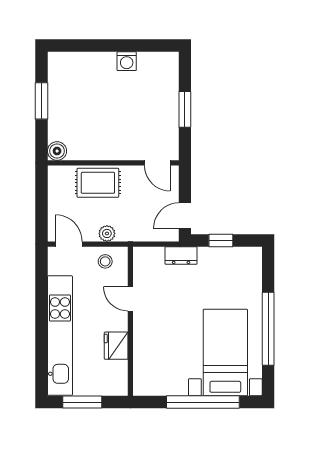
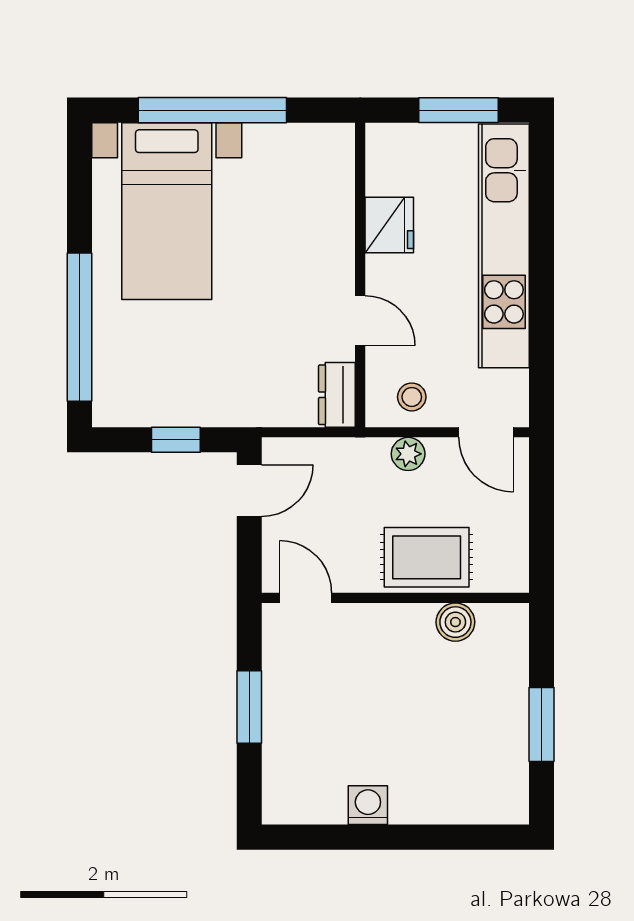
boiler: (57, 151) -> (455, 622), moved
dresser: (181, 255) -> (337, 395), moved, turned -90
window: (268, 329) -> (80, 327), moved

